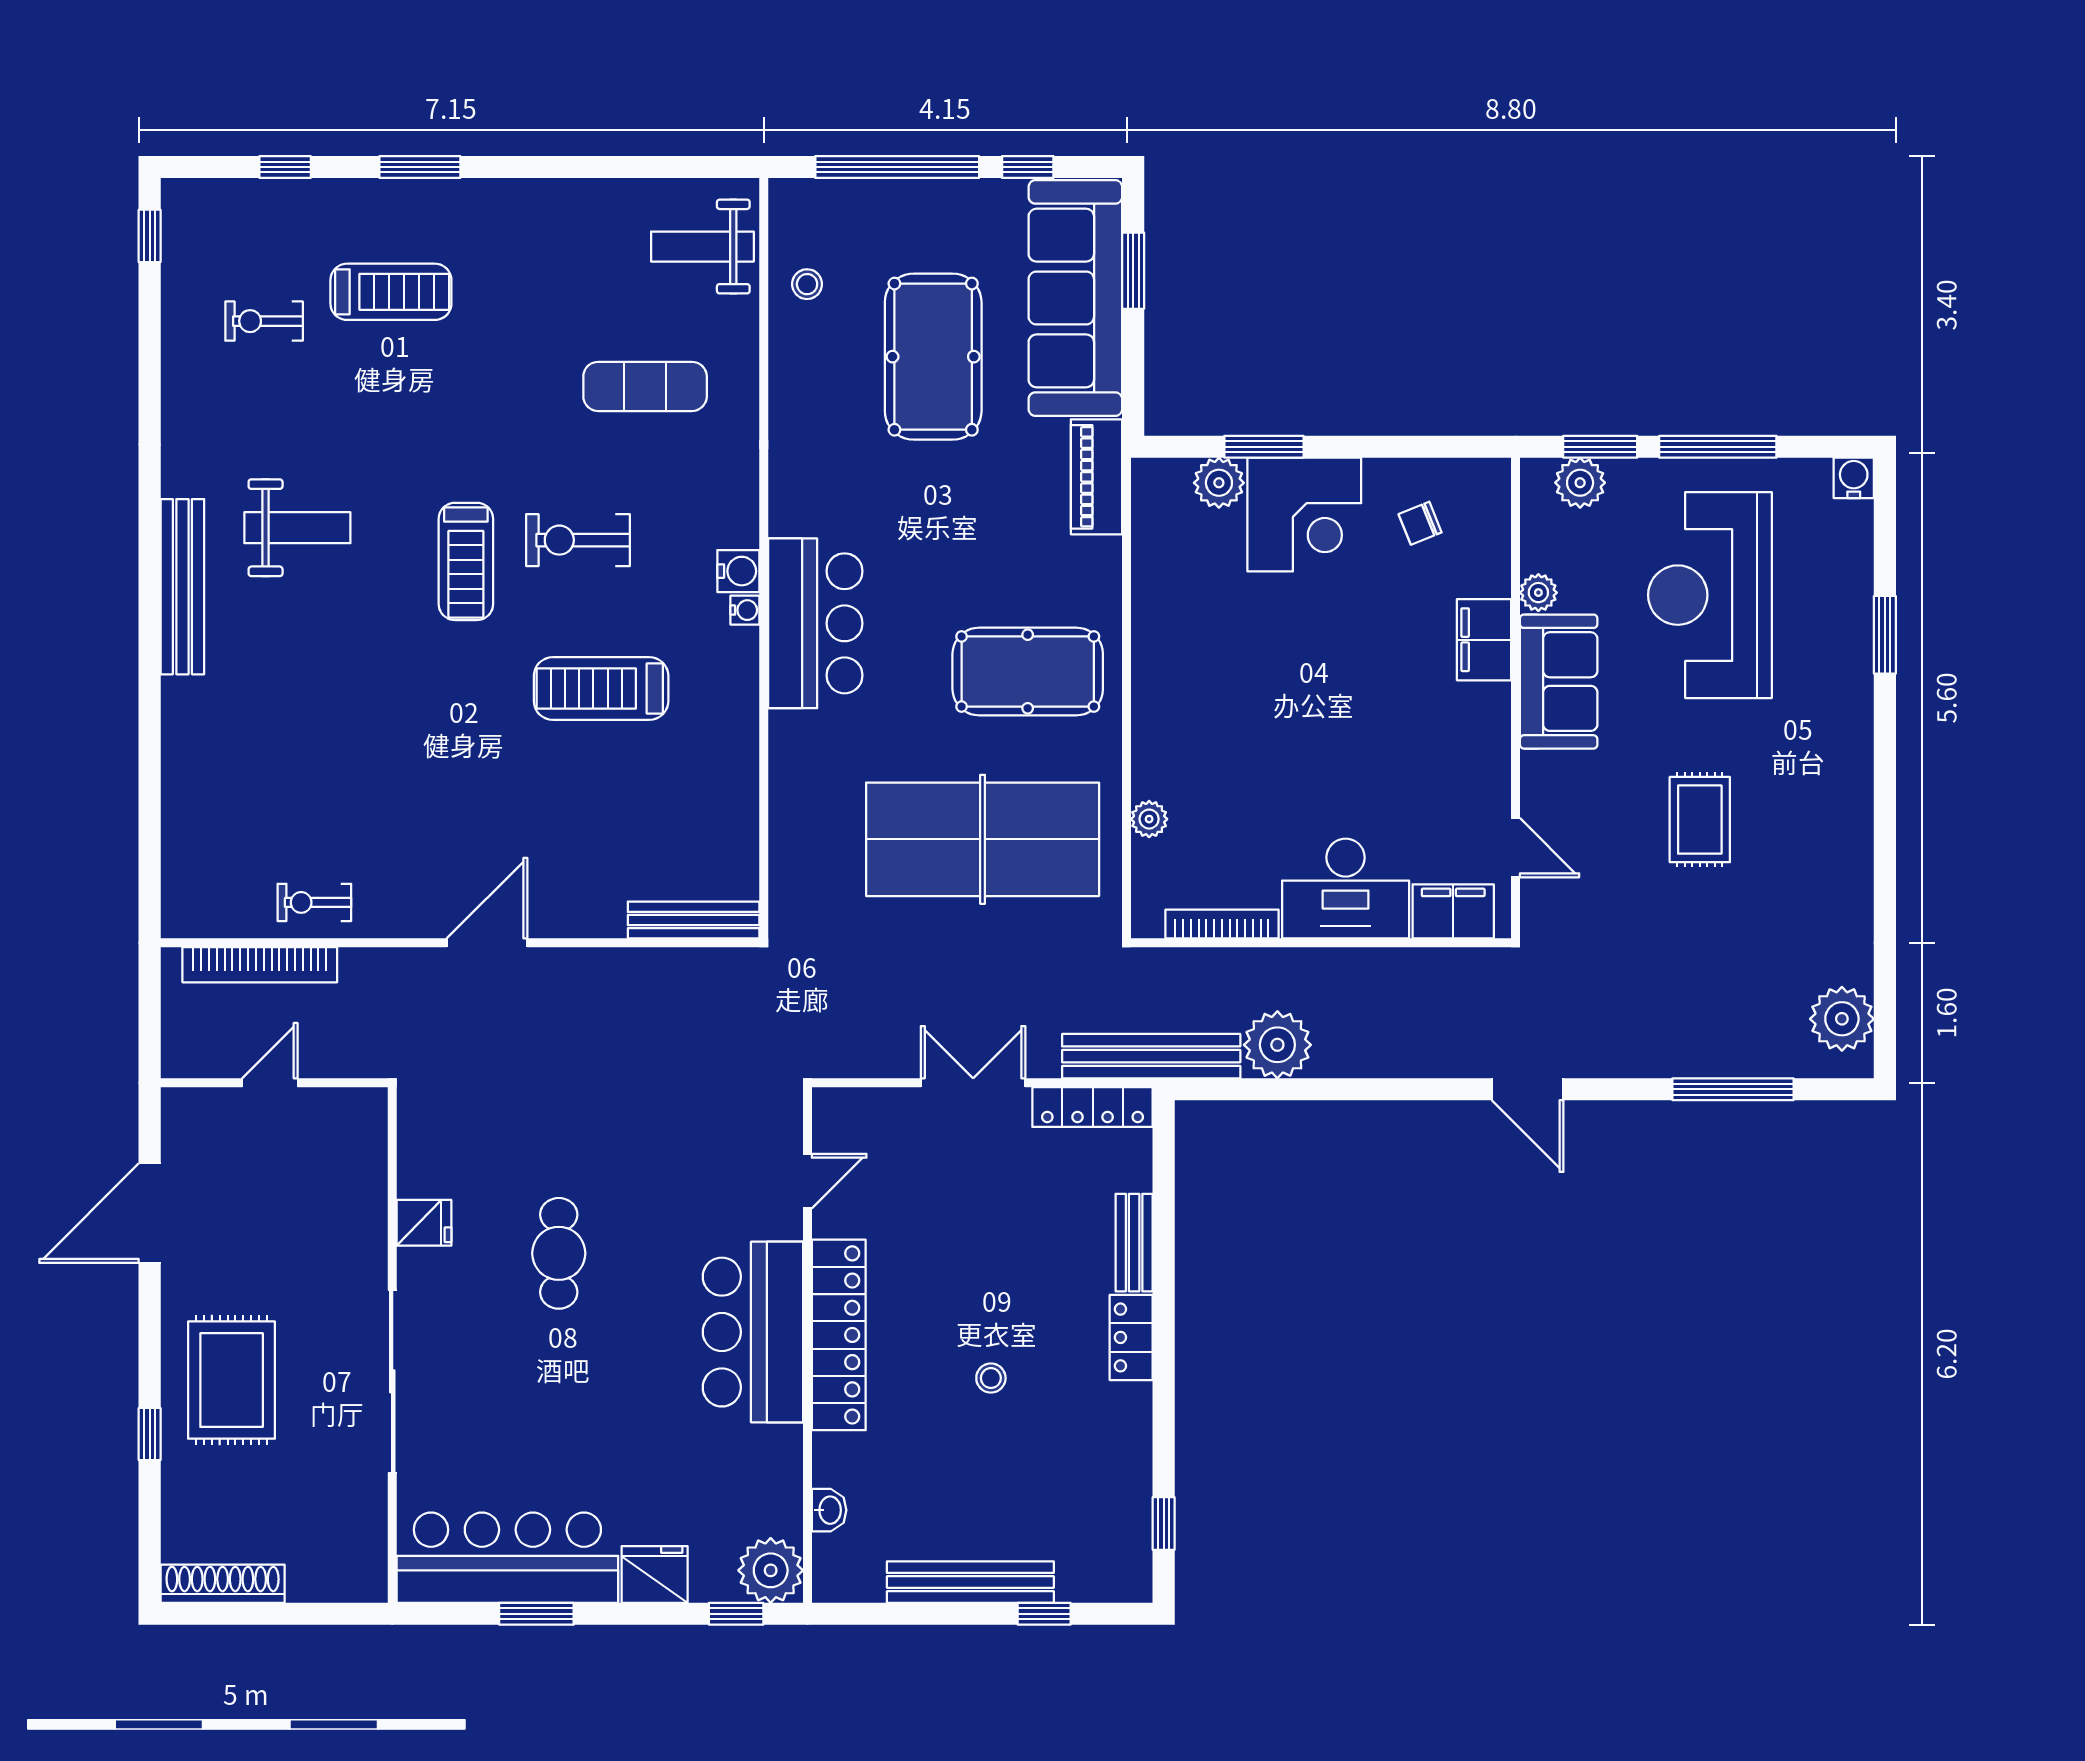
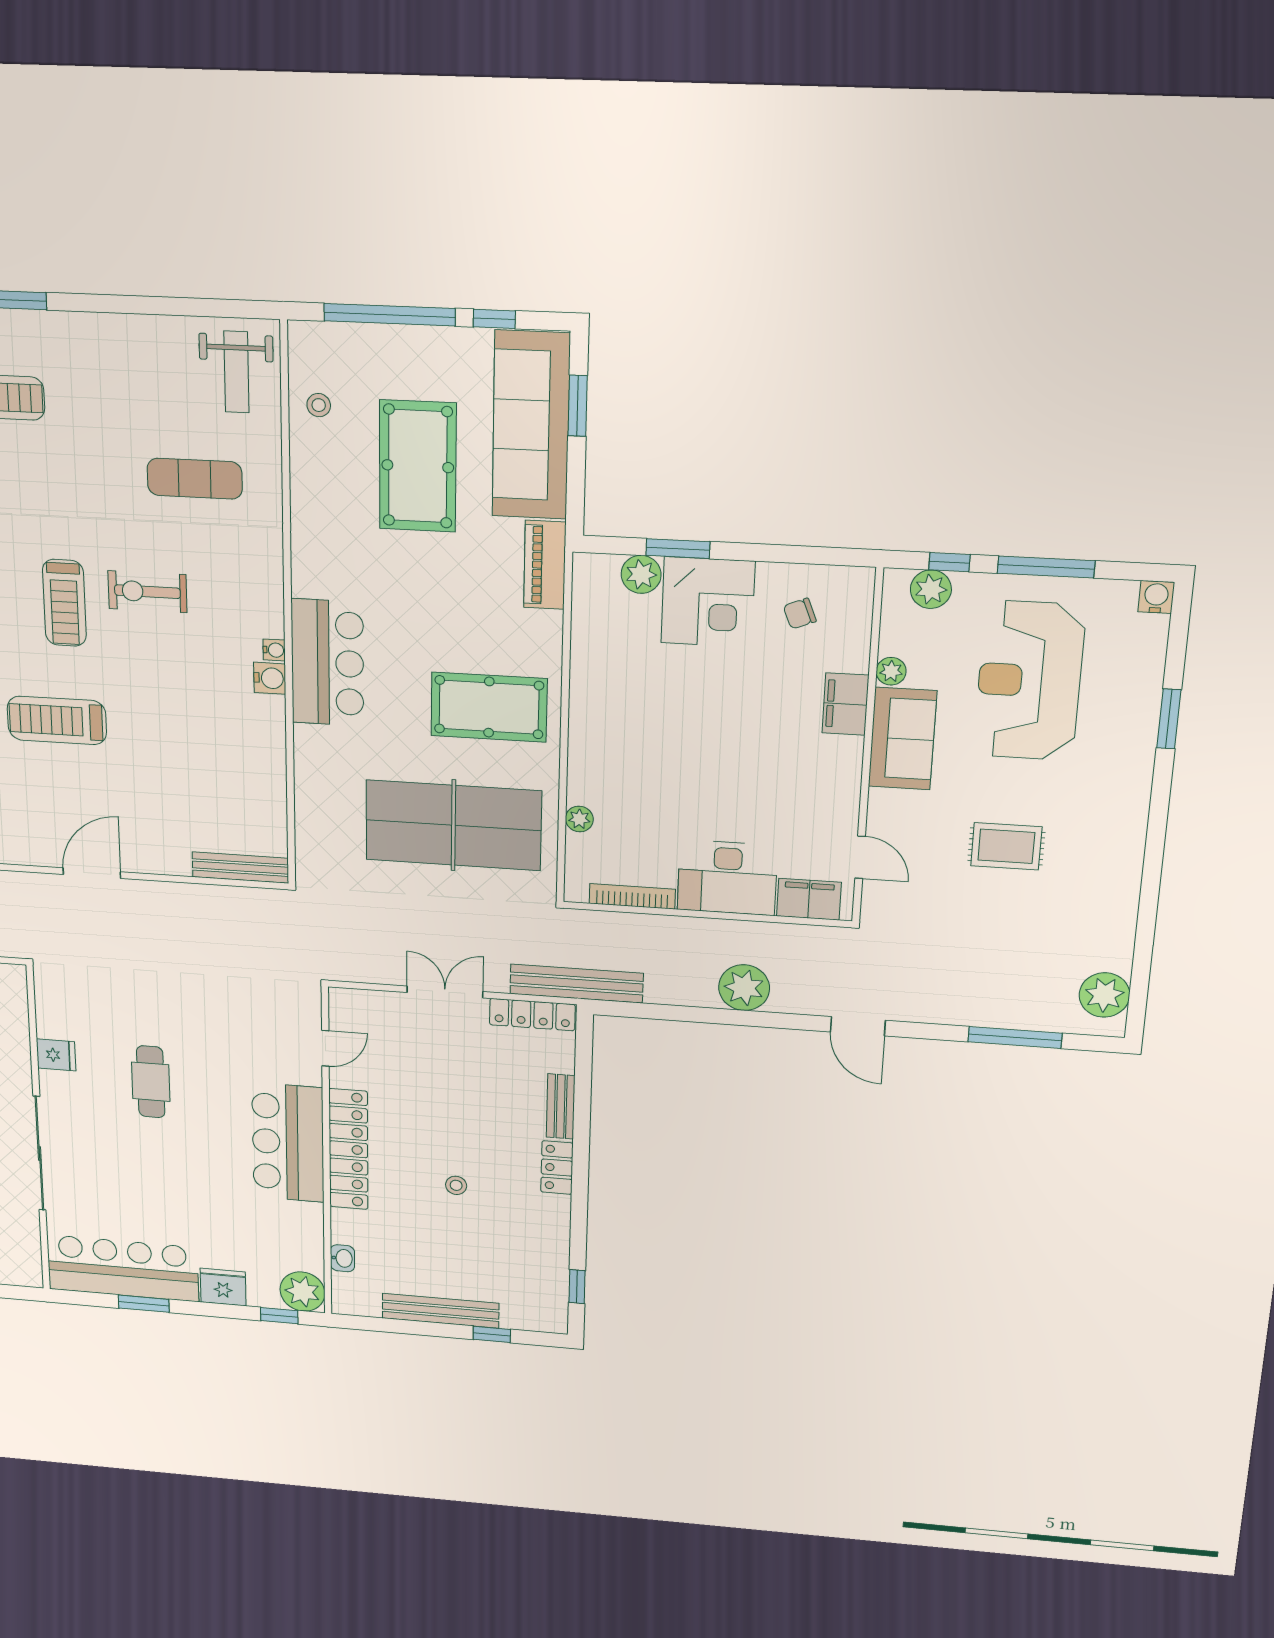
weight bench: (702, 247) -> (236, 372), turned -90
window: (1600, 447) -> (949, 562), width x0.67
water cooler: (738, 571) -> (270, 678), moved
treadmill: (601, 688) -> (57, 720), moved
rug: (1700, 820) -> (1006, 846), turned 90
plant: (1277, 1045) -> (744, 988), moved

